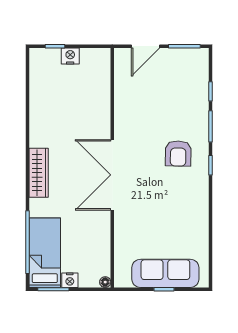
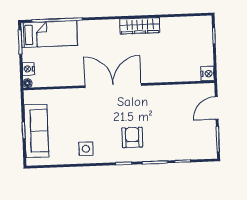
door: (146, 46) -> (217, 108), hinge flipped
nightstand: (70, 56) -> (208, 74), moved
armchair: (178, 153) -> (132, 137), turned 89
wardrobe: (39, 173) -> (140, 26), moved
side table: (190, 212) -> (86, 149), added
nightstand: (70, 280) -> (28, 69), moved

